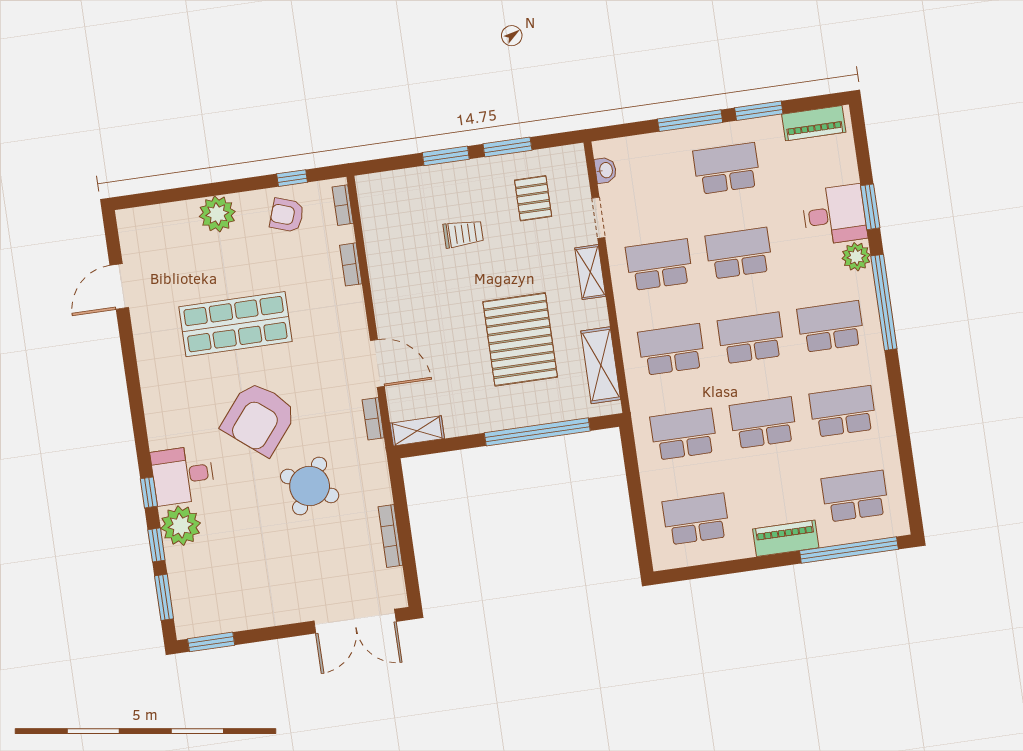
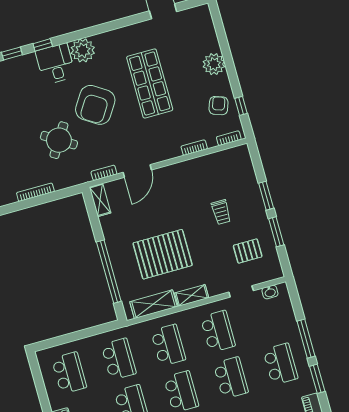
shelving: (590, 272) -> (192, 295), moved
armchair: (259, 418) -> (95, 105), turned -96
plant: (181, 526) -> (83, 50), moved

